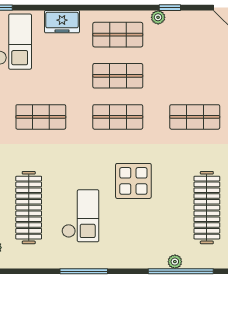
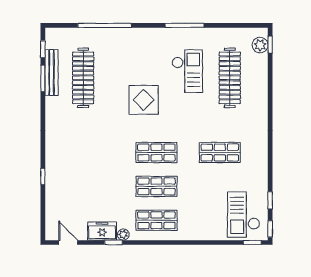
freezer: (62, 22) -> (102, 231), moved
shop shelf: (195, 117) -> (93, 153), removed
checkout: (80, 216) -> (187, 71), turned 180
plant: (175, 262) -> (109, 33), removed

